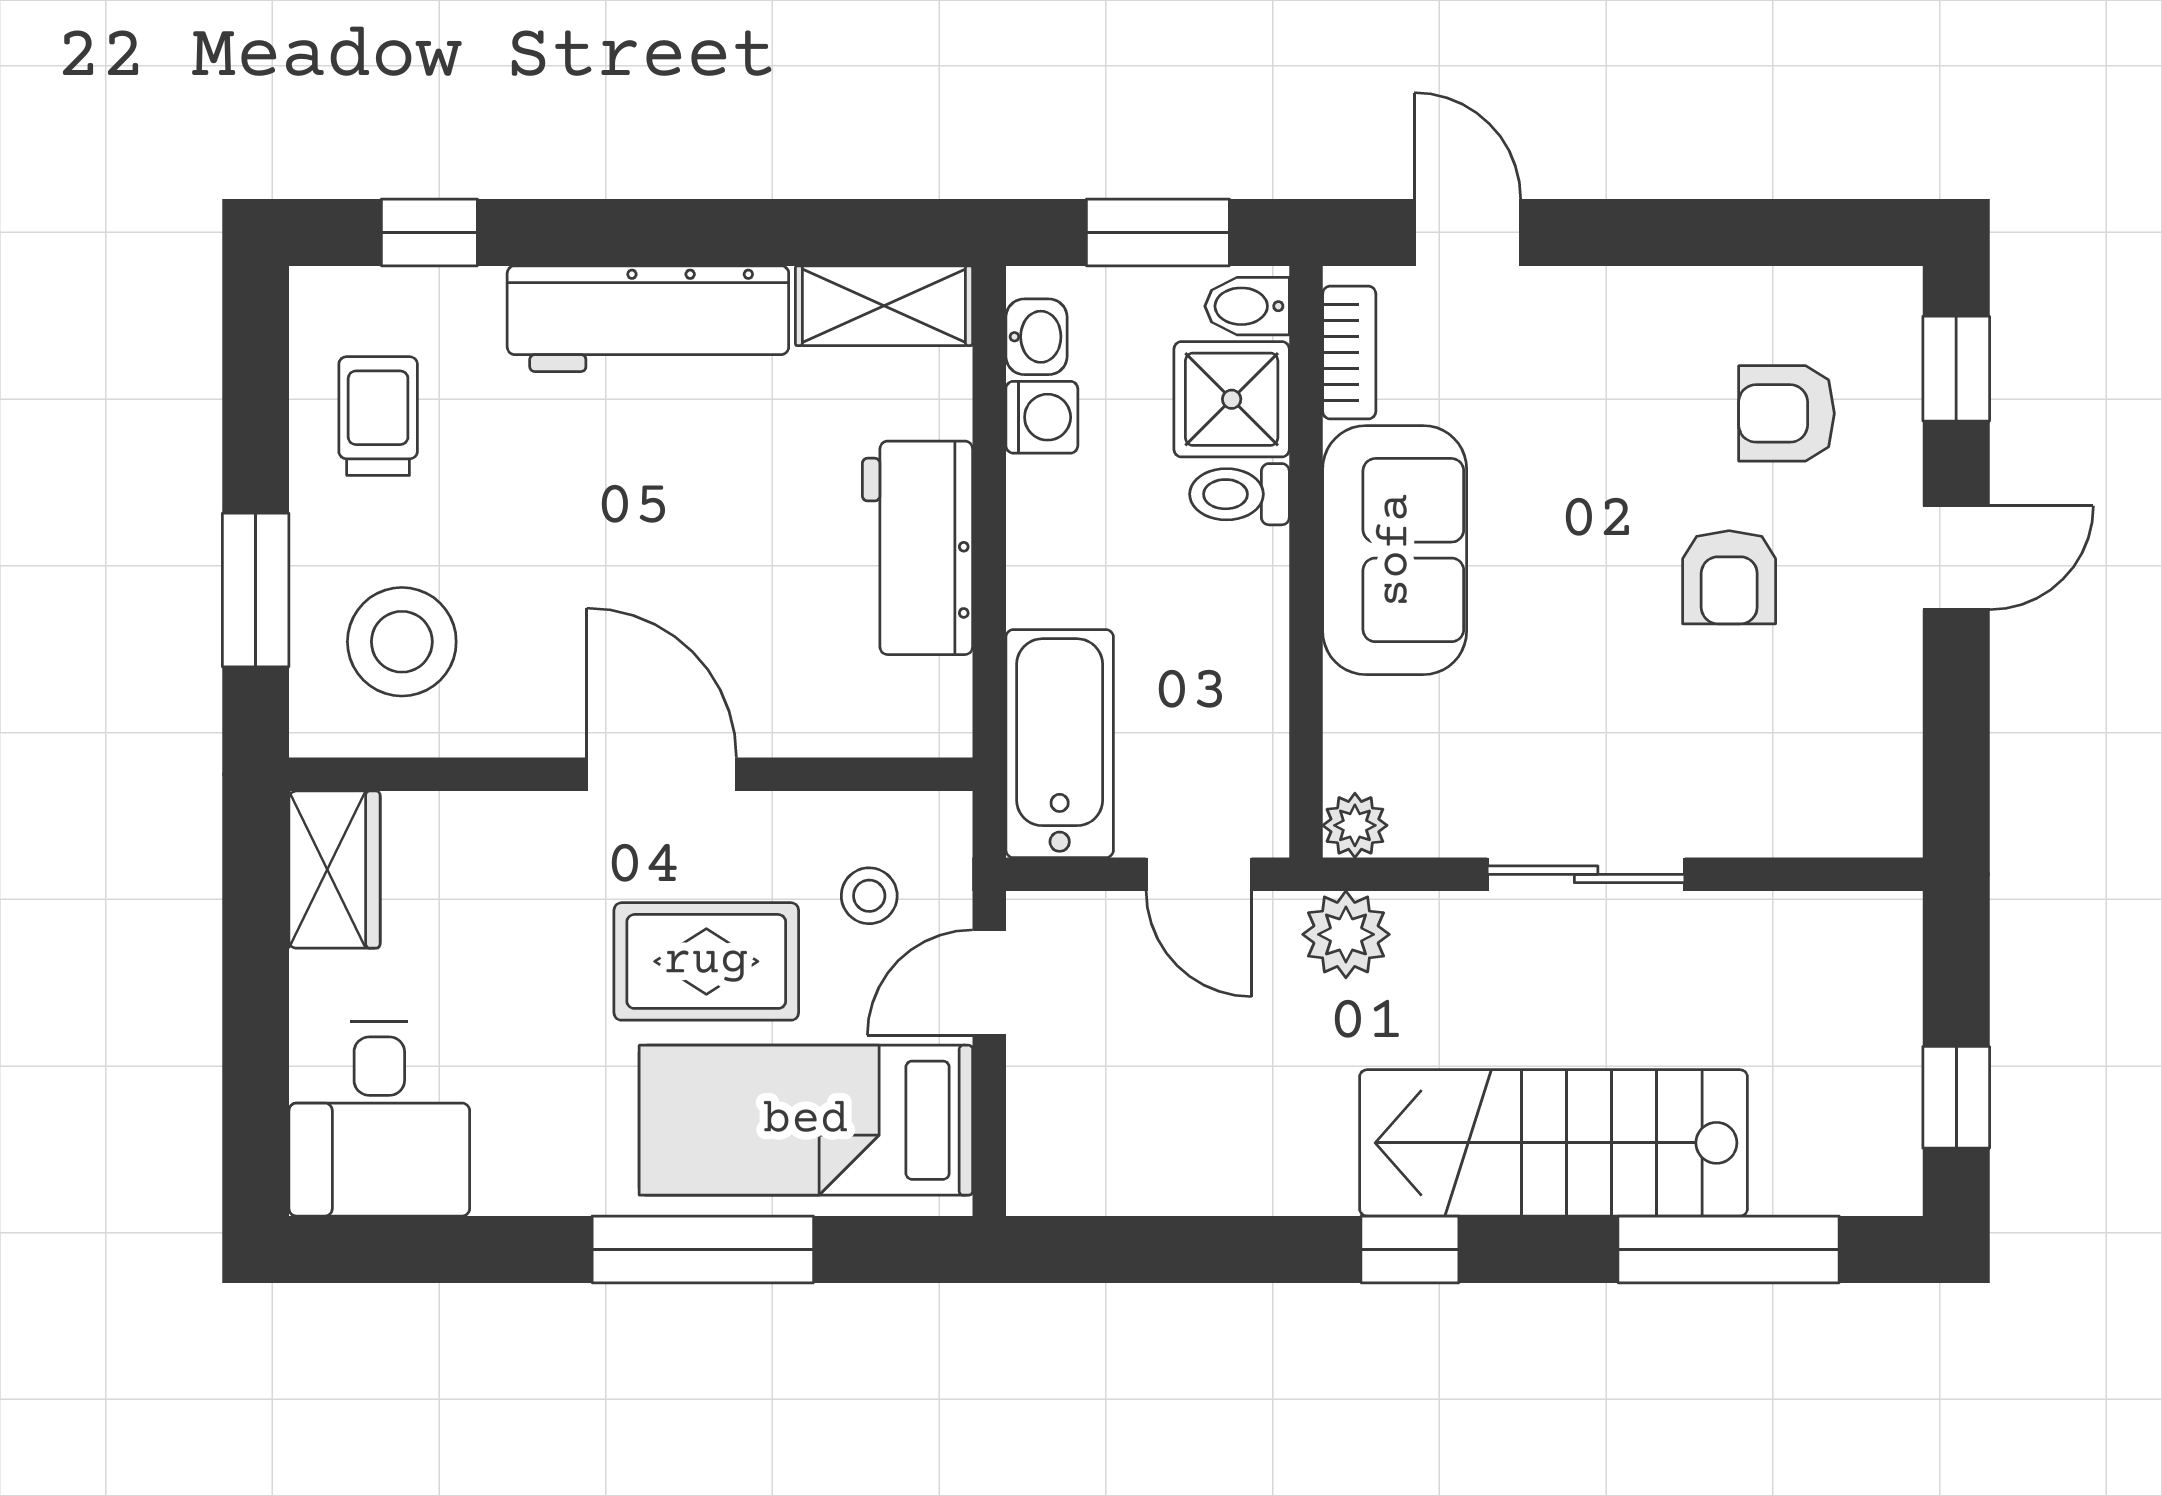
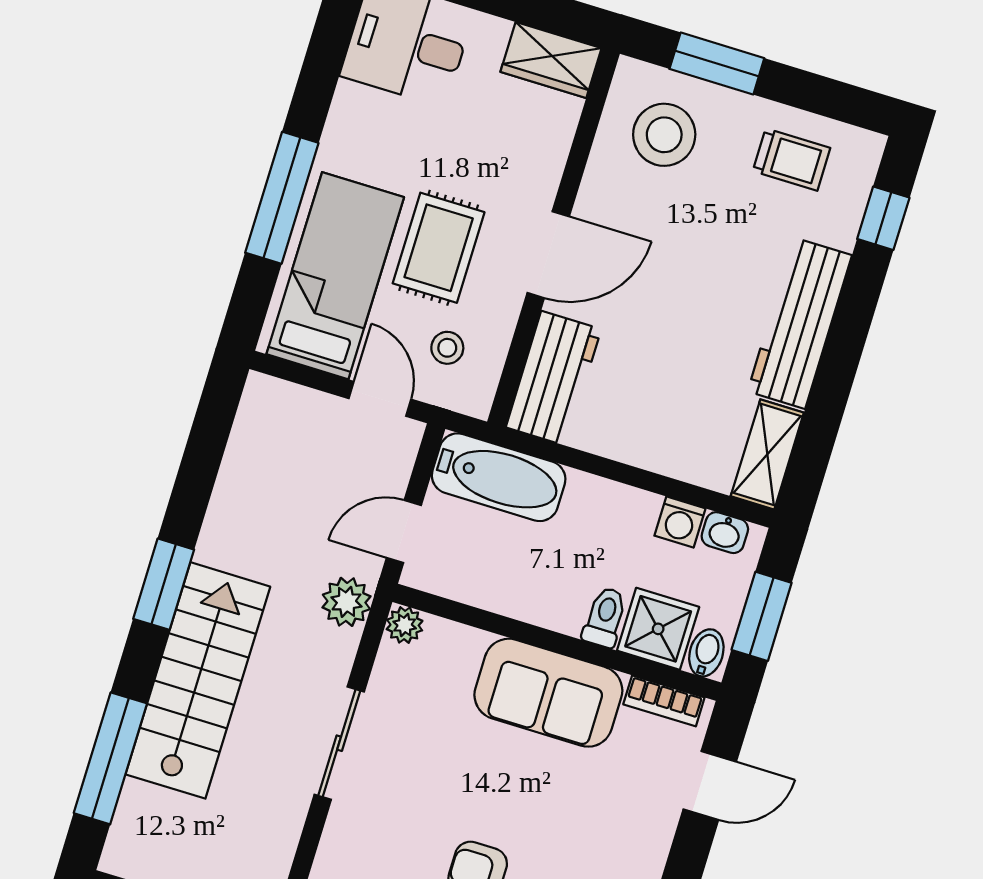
workbench: (917, 548) -> (553, 378), moved, turned 90
window: (1410, 1249) -> (164, 584), width x1.50

